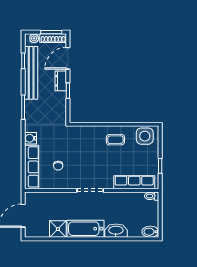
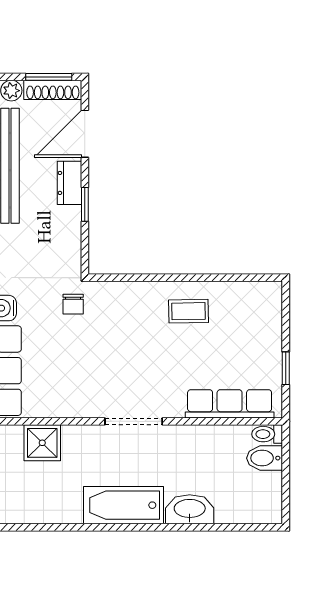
side table: (145, 136) -> (252, 303), removed
chair: (58, 166) -> (73, 304), moved
shower: (58, 229) -> (42, 443), moved
bidet: (150, 232) -> (265, 458), moved

